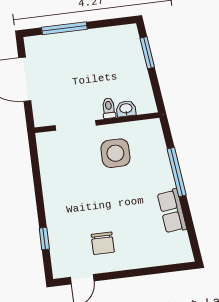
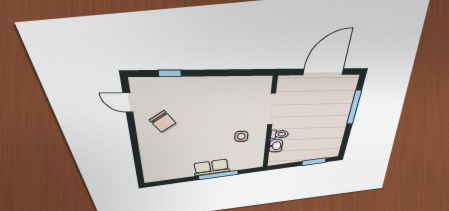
side table: (115, 153) -> (241, 136), width x0.54, depth x0.54
row of seats: (172, 211) -> (211, 167), moved
chair: (103, 243) -> (163, 122), turned -125

